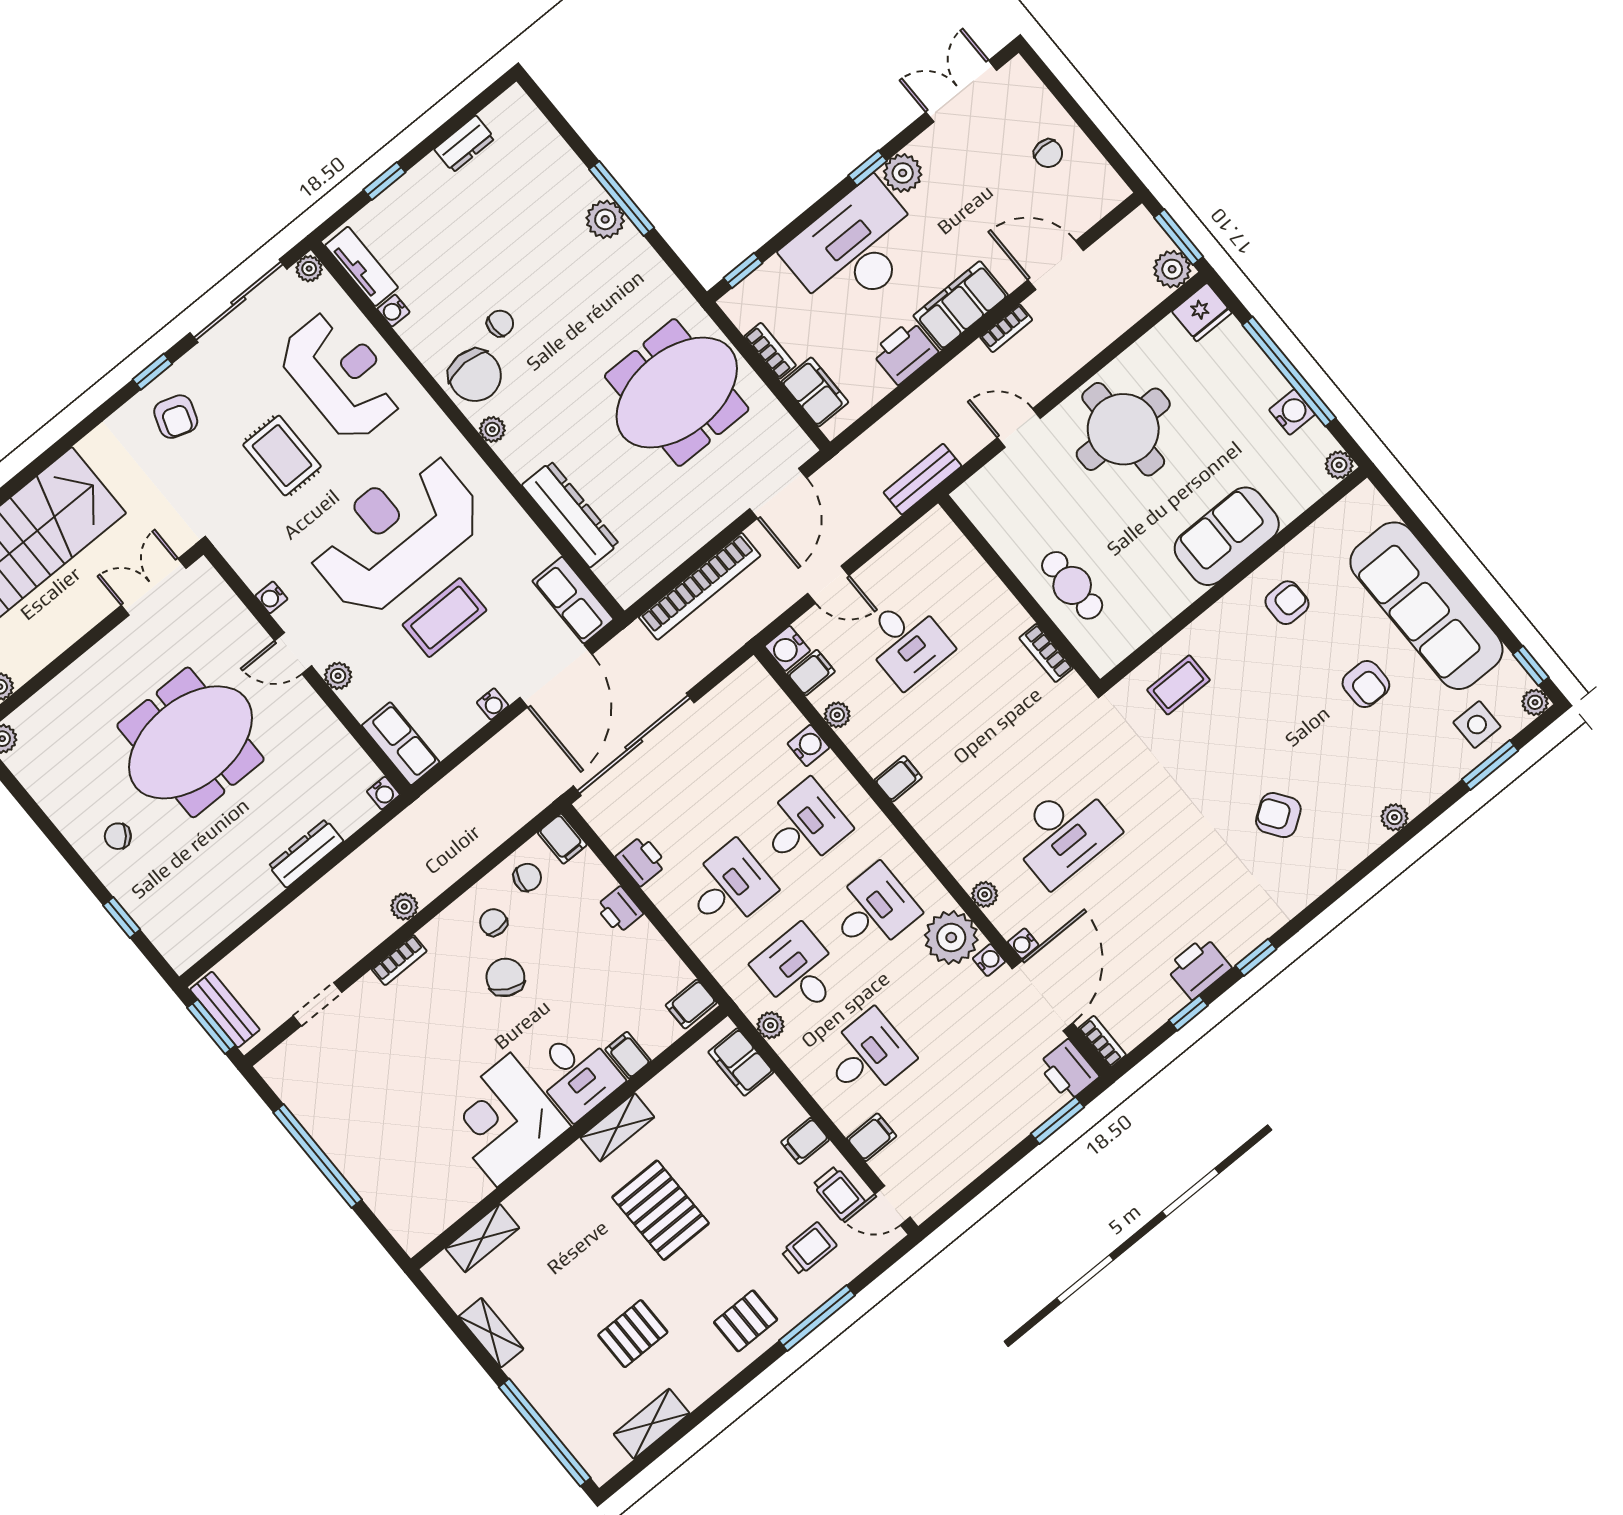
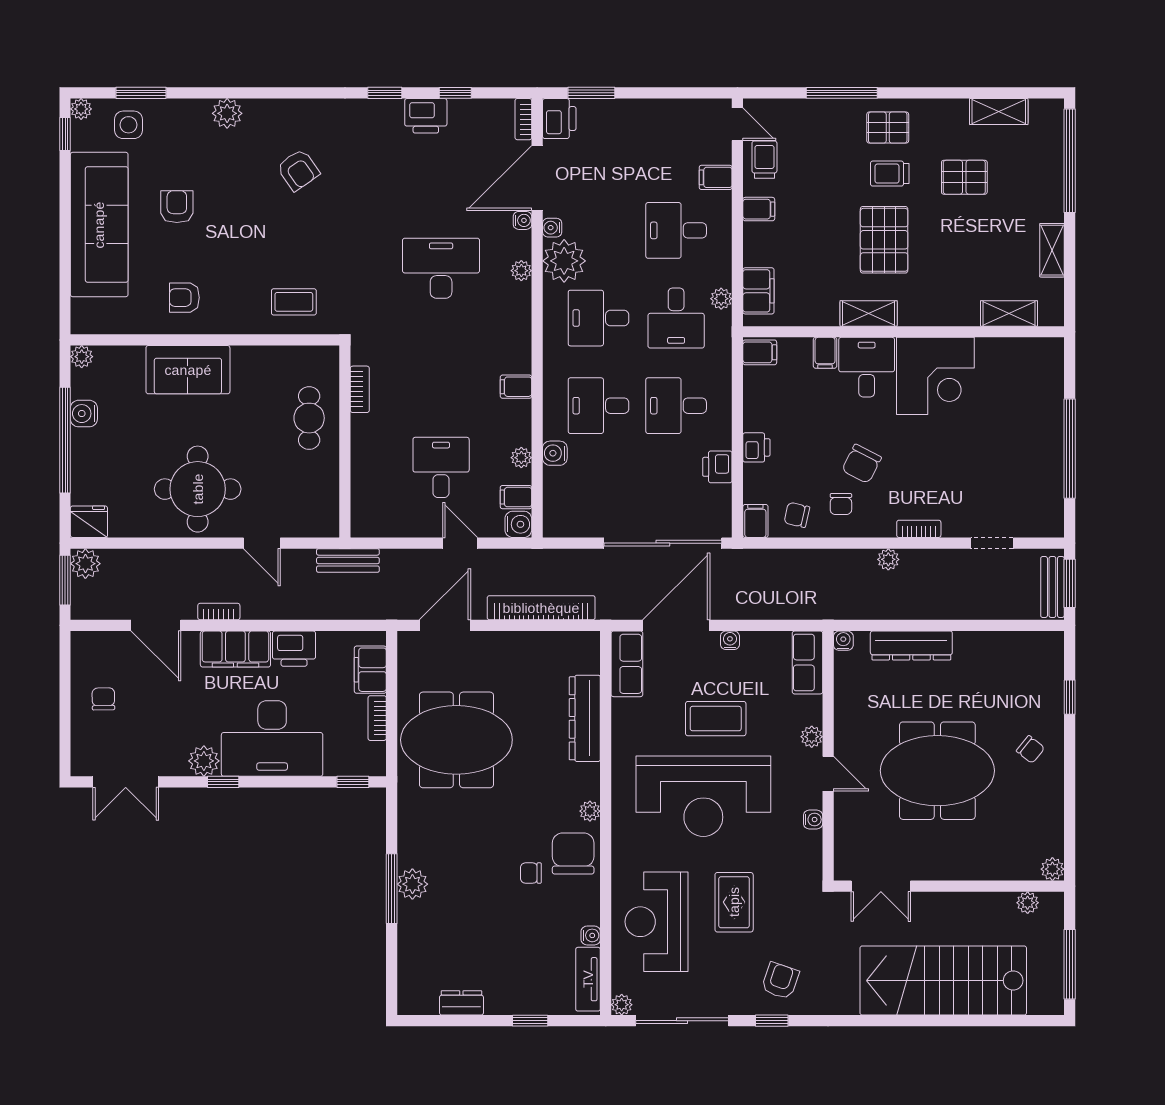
plant: (1394, 817) -> (227, 113), width x1.38, depth x1.38
dresser: (306, 853) -> (911, 645), width x1.37, depth x1.24
trolley: (809, 1248) -> (890, 174), moved

